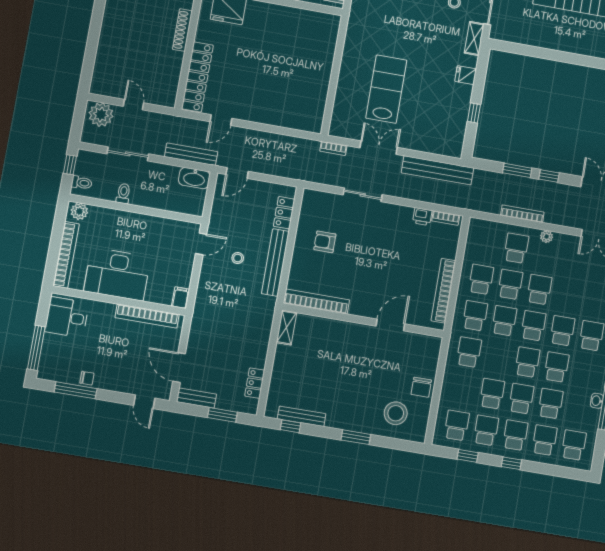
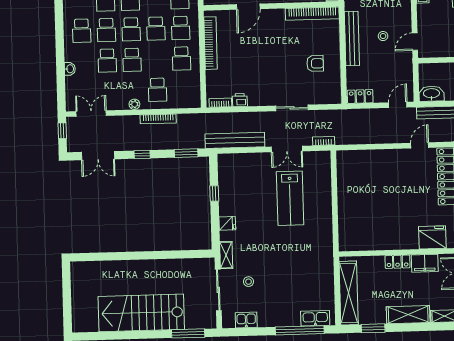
window: (517, 170) -> (186, 153), moved
locker: (284, 213) -> (360, 96), moved, turned -90
school desk: (510, 284) -> (107, 61), moved

